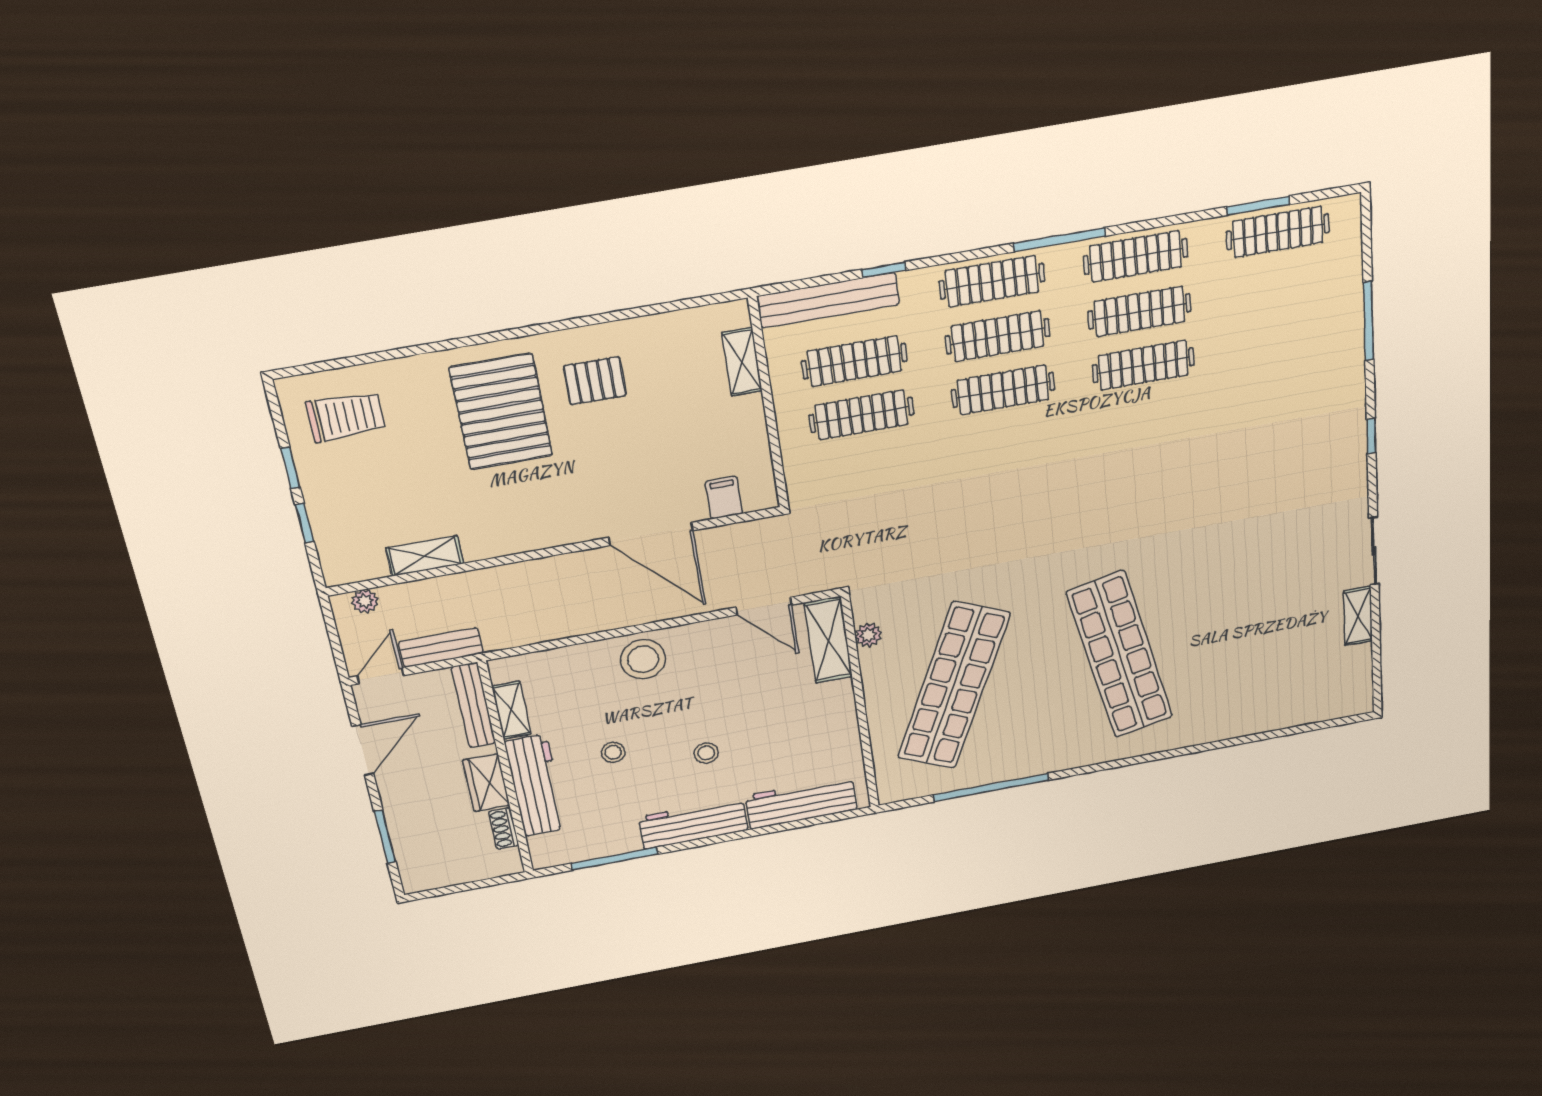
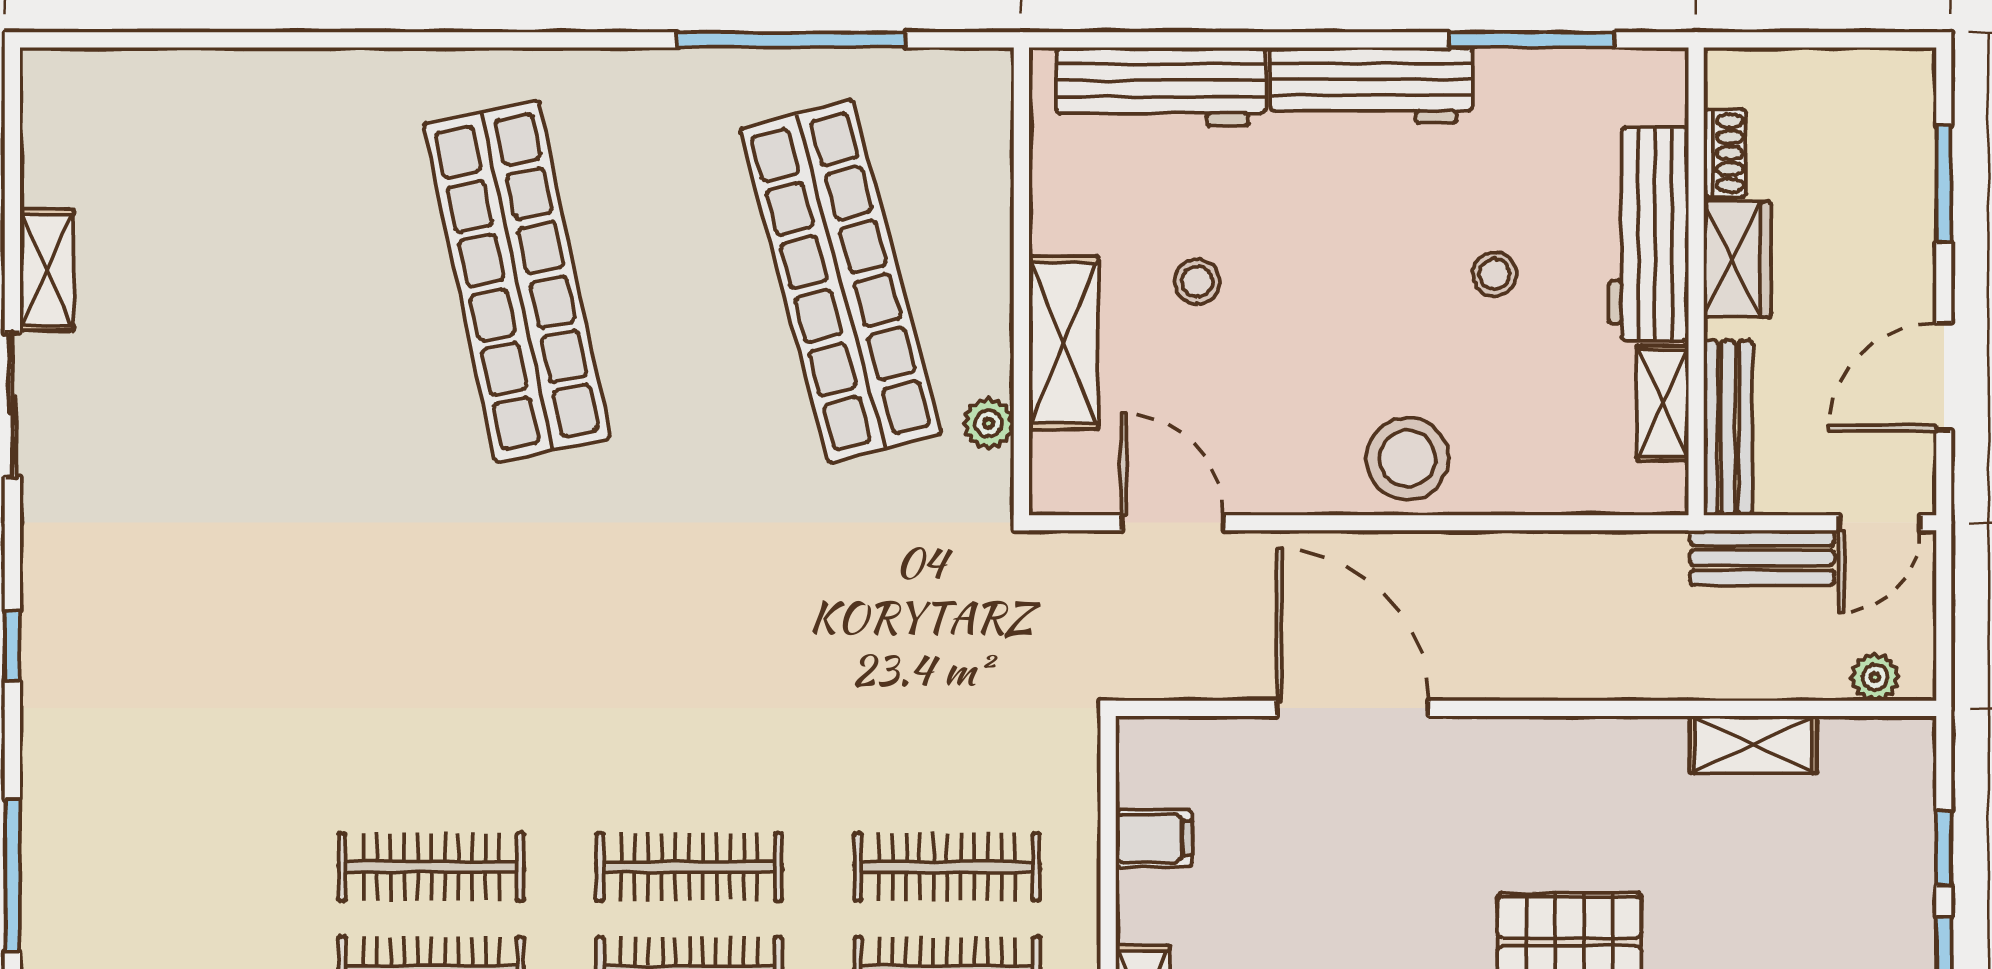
filing cabinet: (724, 498) -> (1154, 838), moved, turned -90
shelving: (828, 640) -> (1064, 343), moved
shop shelf: (954, 686) -> (841, 281), turned -39
stool: (706, 753) -> (1197, 281), moved

